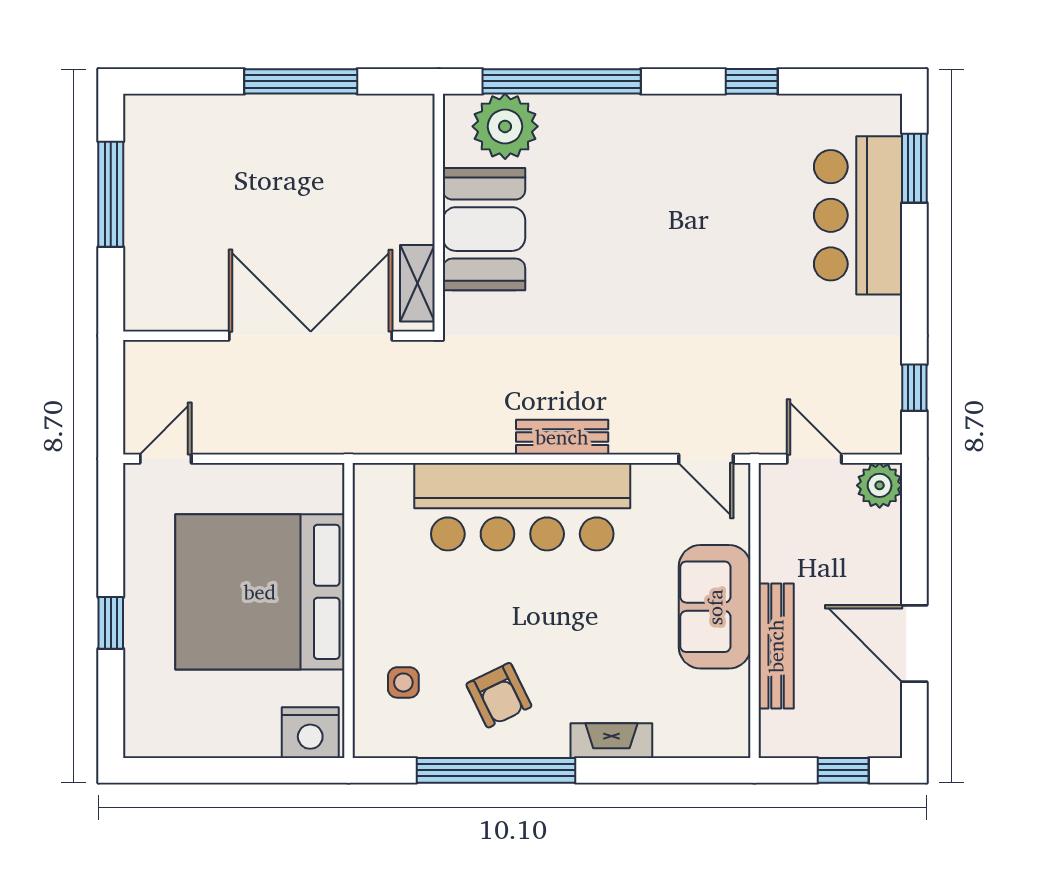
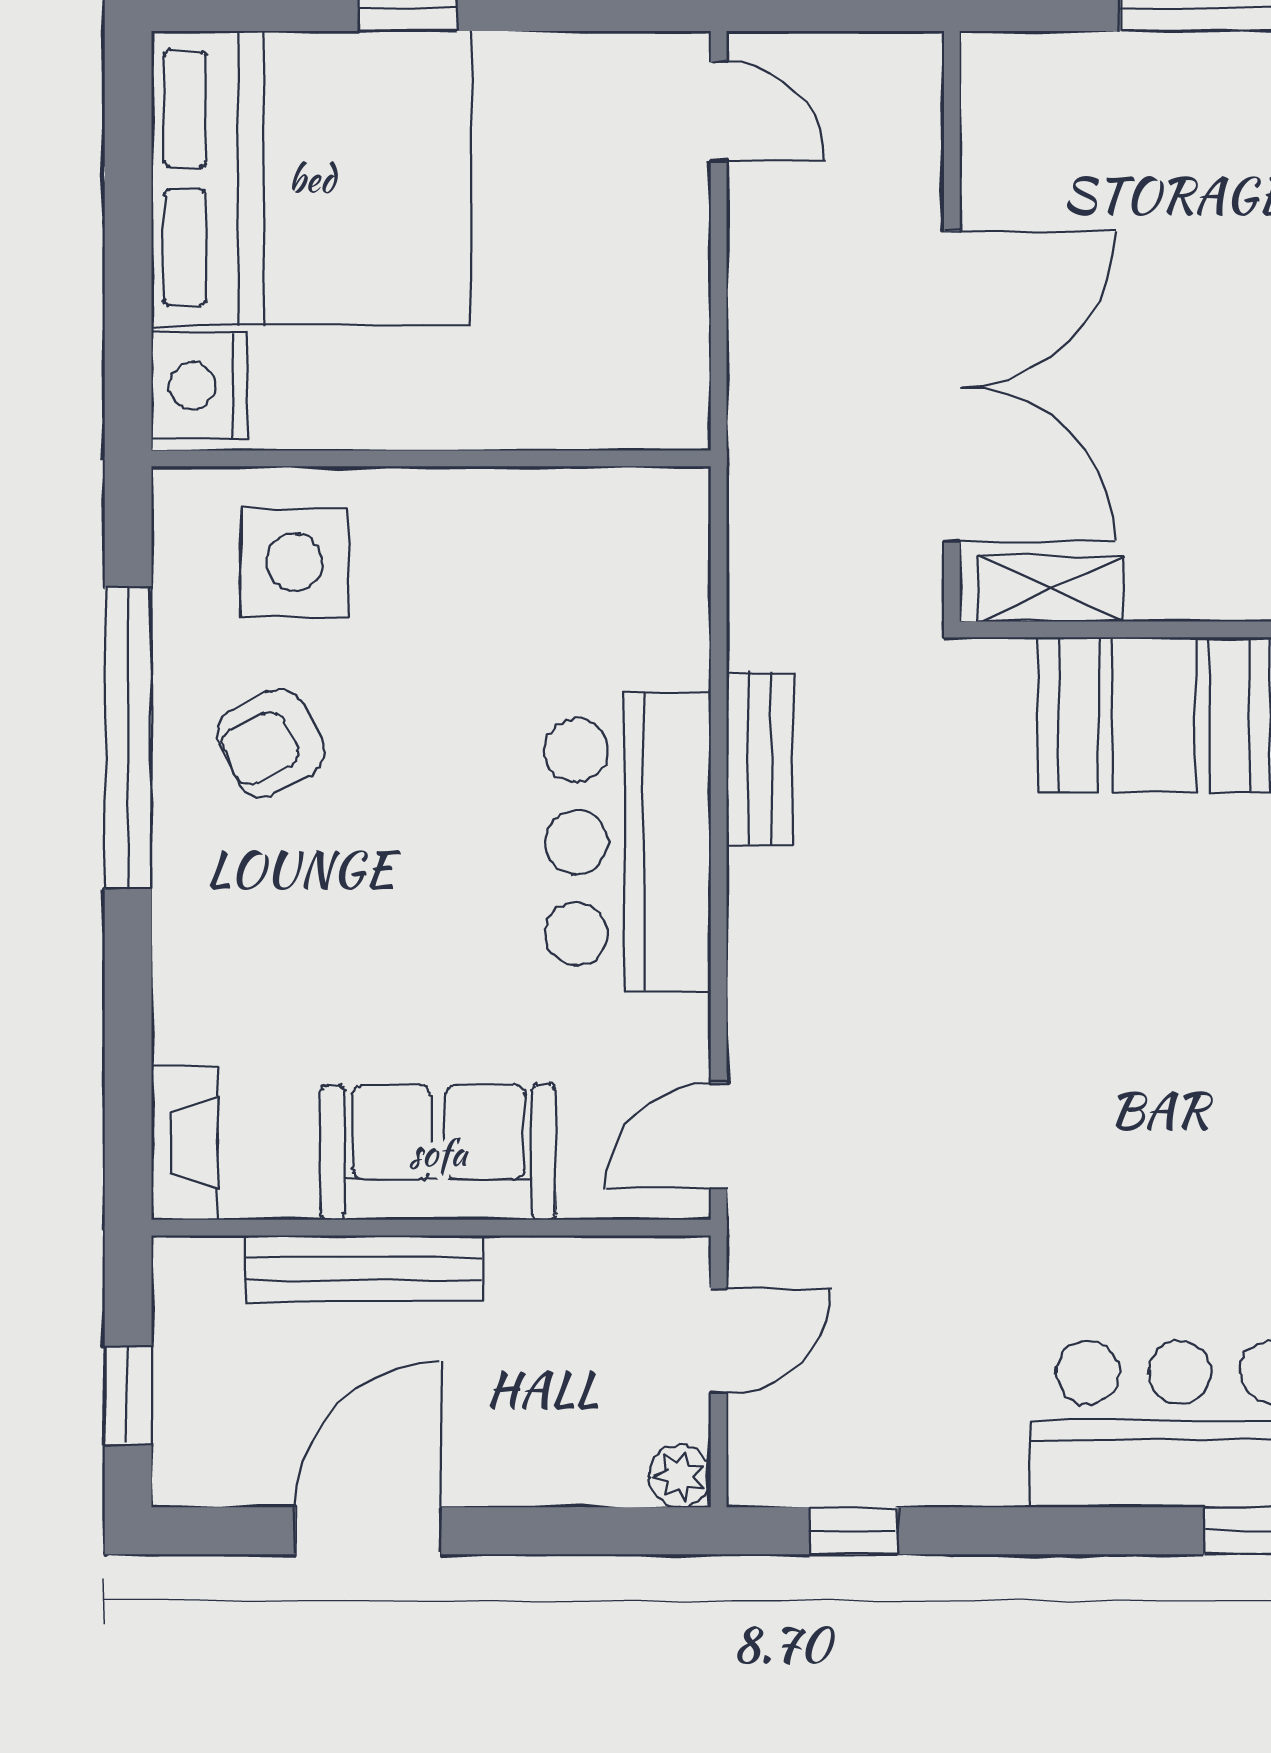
bench: (562, 437) -> (760, 759), moved
plant: (880, 485) -> (680, 1476), width x0.73, depth x0.73
bar counter: (522, 507) -> (628, 842), width x0.73
bed: (260, 592) -> (312, 178), moved, turned 90
side table: (403, 682) -> (295, 562), width x1.87, depth x1.87
fireplace: (611, 741) -> (184, 1143), moved

